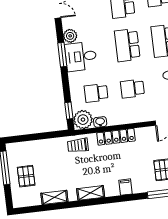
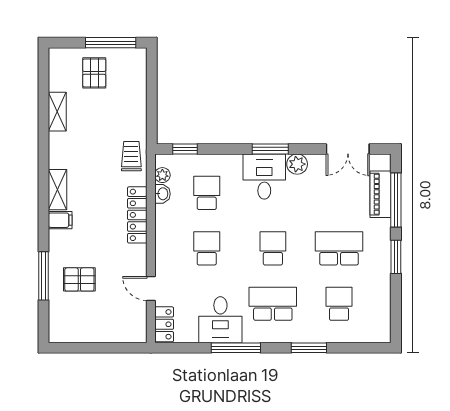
school desk: (127, 45) -> (273, 248), width x0.54
plant: (83, 120) -> (162, 175), width x0.53, depth x0.53
pallet: (26, 176) -> (94, 73), turned 90
shelving: (91, 193) -> (58, 190), moved

